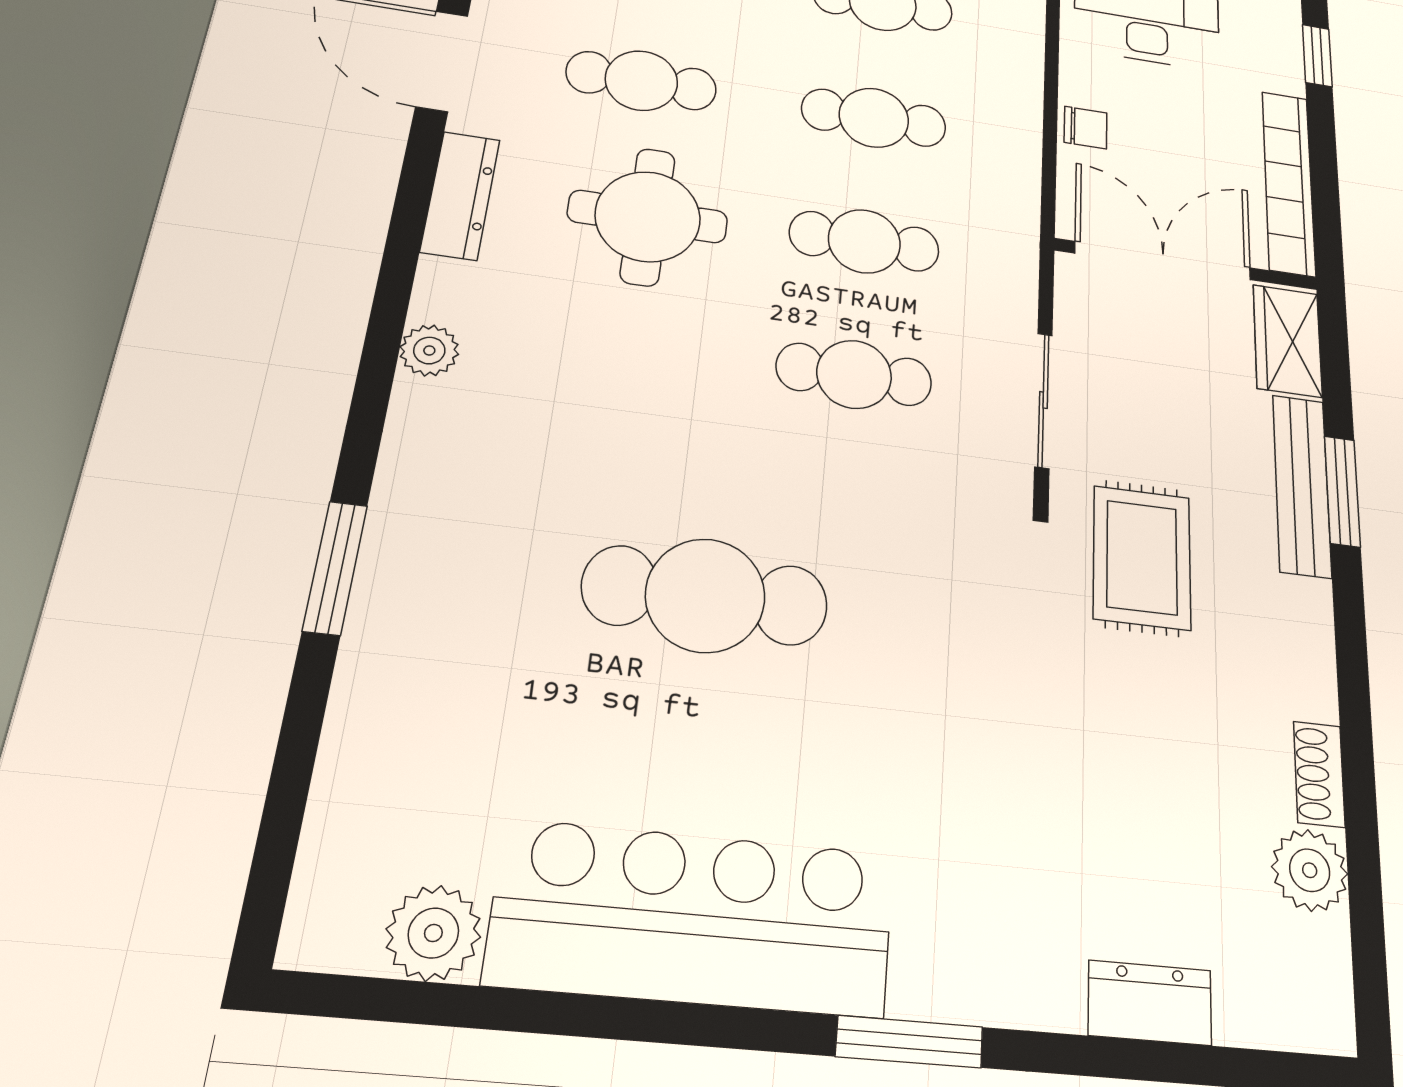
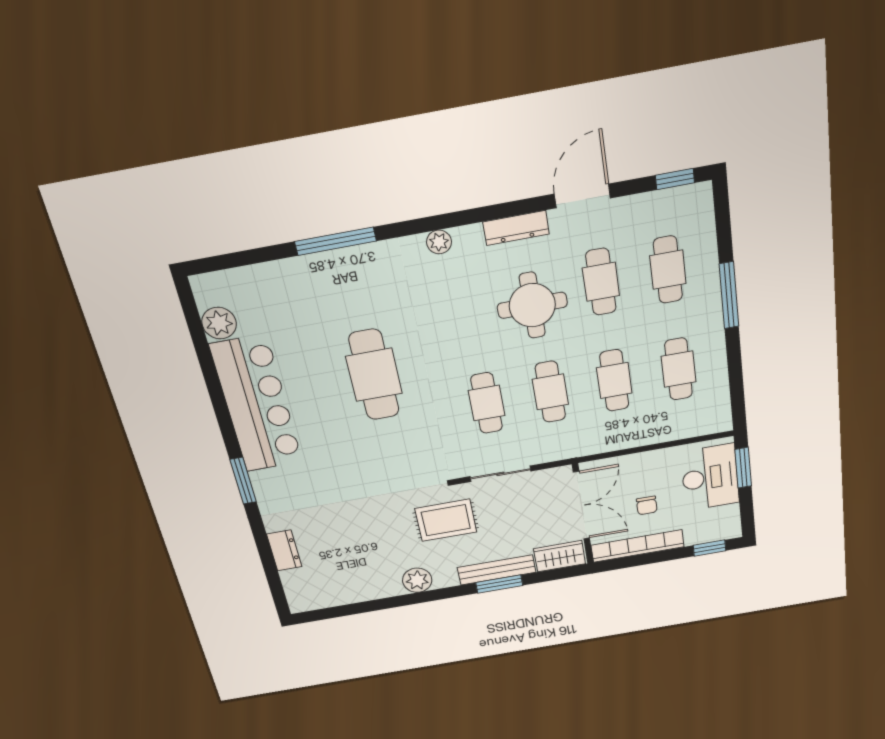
chair: (1086, 128) -> (647, 505), moved
window: (335, 568) -> (335, 241), width x1.44
shoe rack: (1319, 774) -> (384, 591), removed
plant: (1310, 870) -> (417, 580), moved

